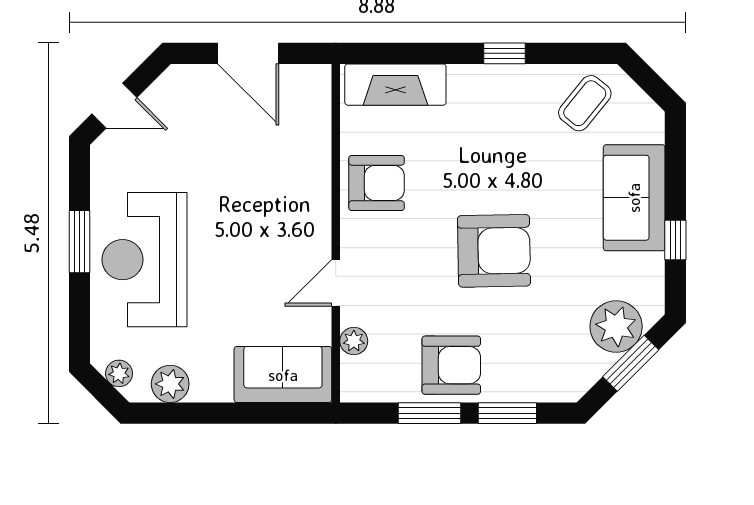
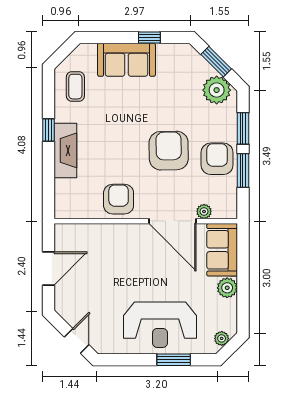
fireplace: (395, 85) -> (65, 150), moved
coffee table: (585, 103) -> (75, 87), turned 51
window: (80, 242) -> (174, 360), moved
armchair: (494, 251) -> (169, 151), moved
door: (336, 283) -> (173, 221), width x1.87
plant: (616, 326) -> (217, 90), moved
plant: (170, 384) -> (227, 288), moved

